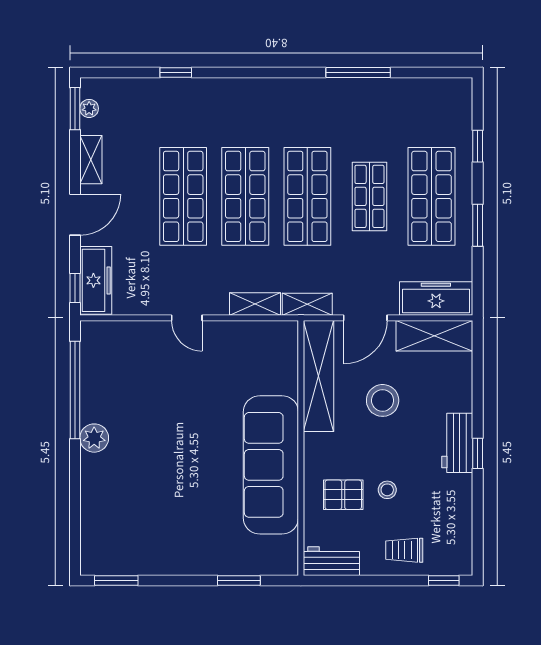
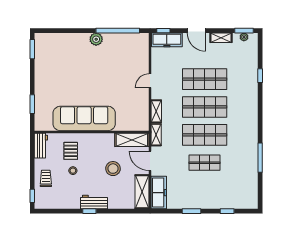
shop shelf: (432, 196) -> (205, 191), removed
shelving: (318, 376) -> (132, 140), width x0.68

